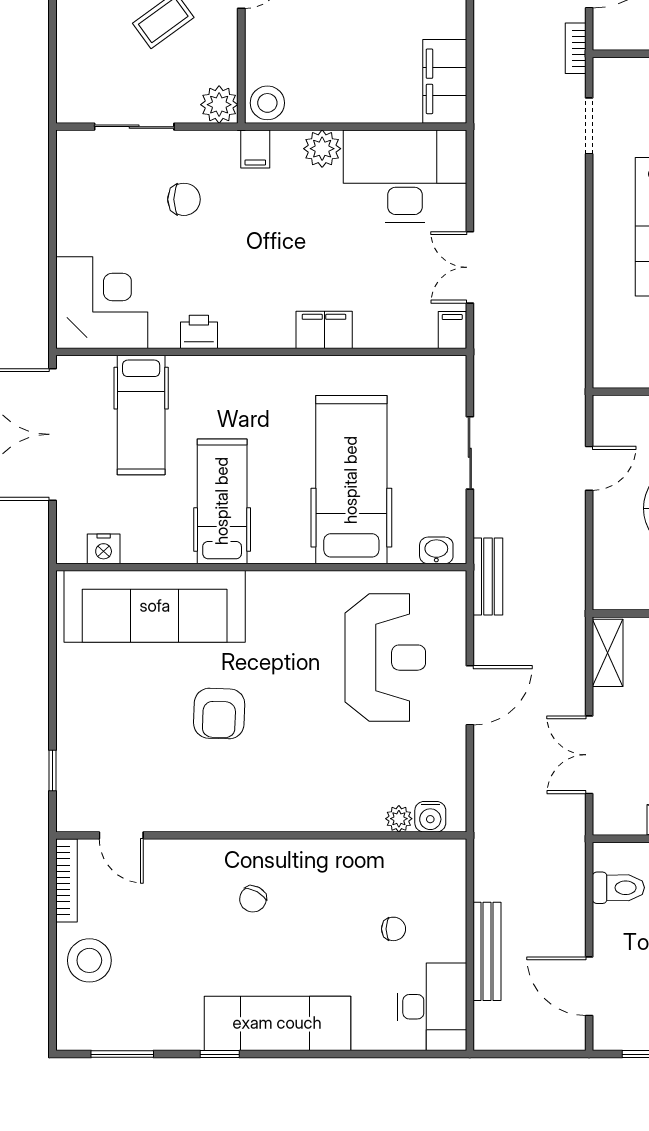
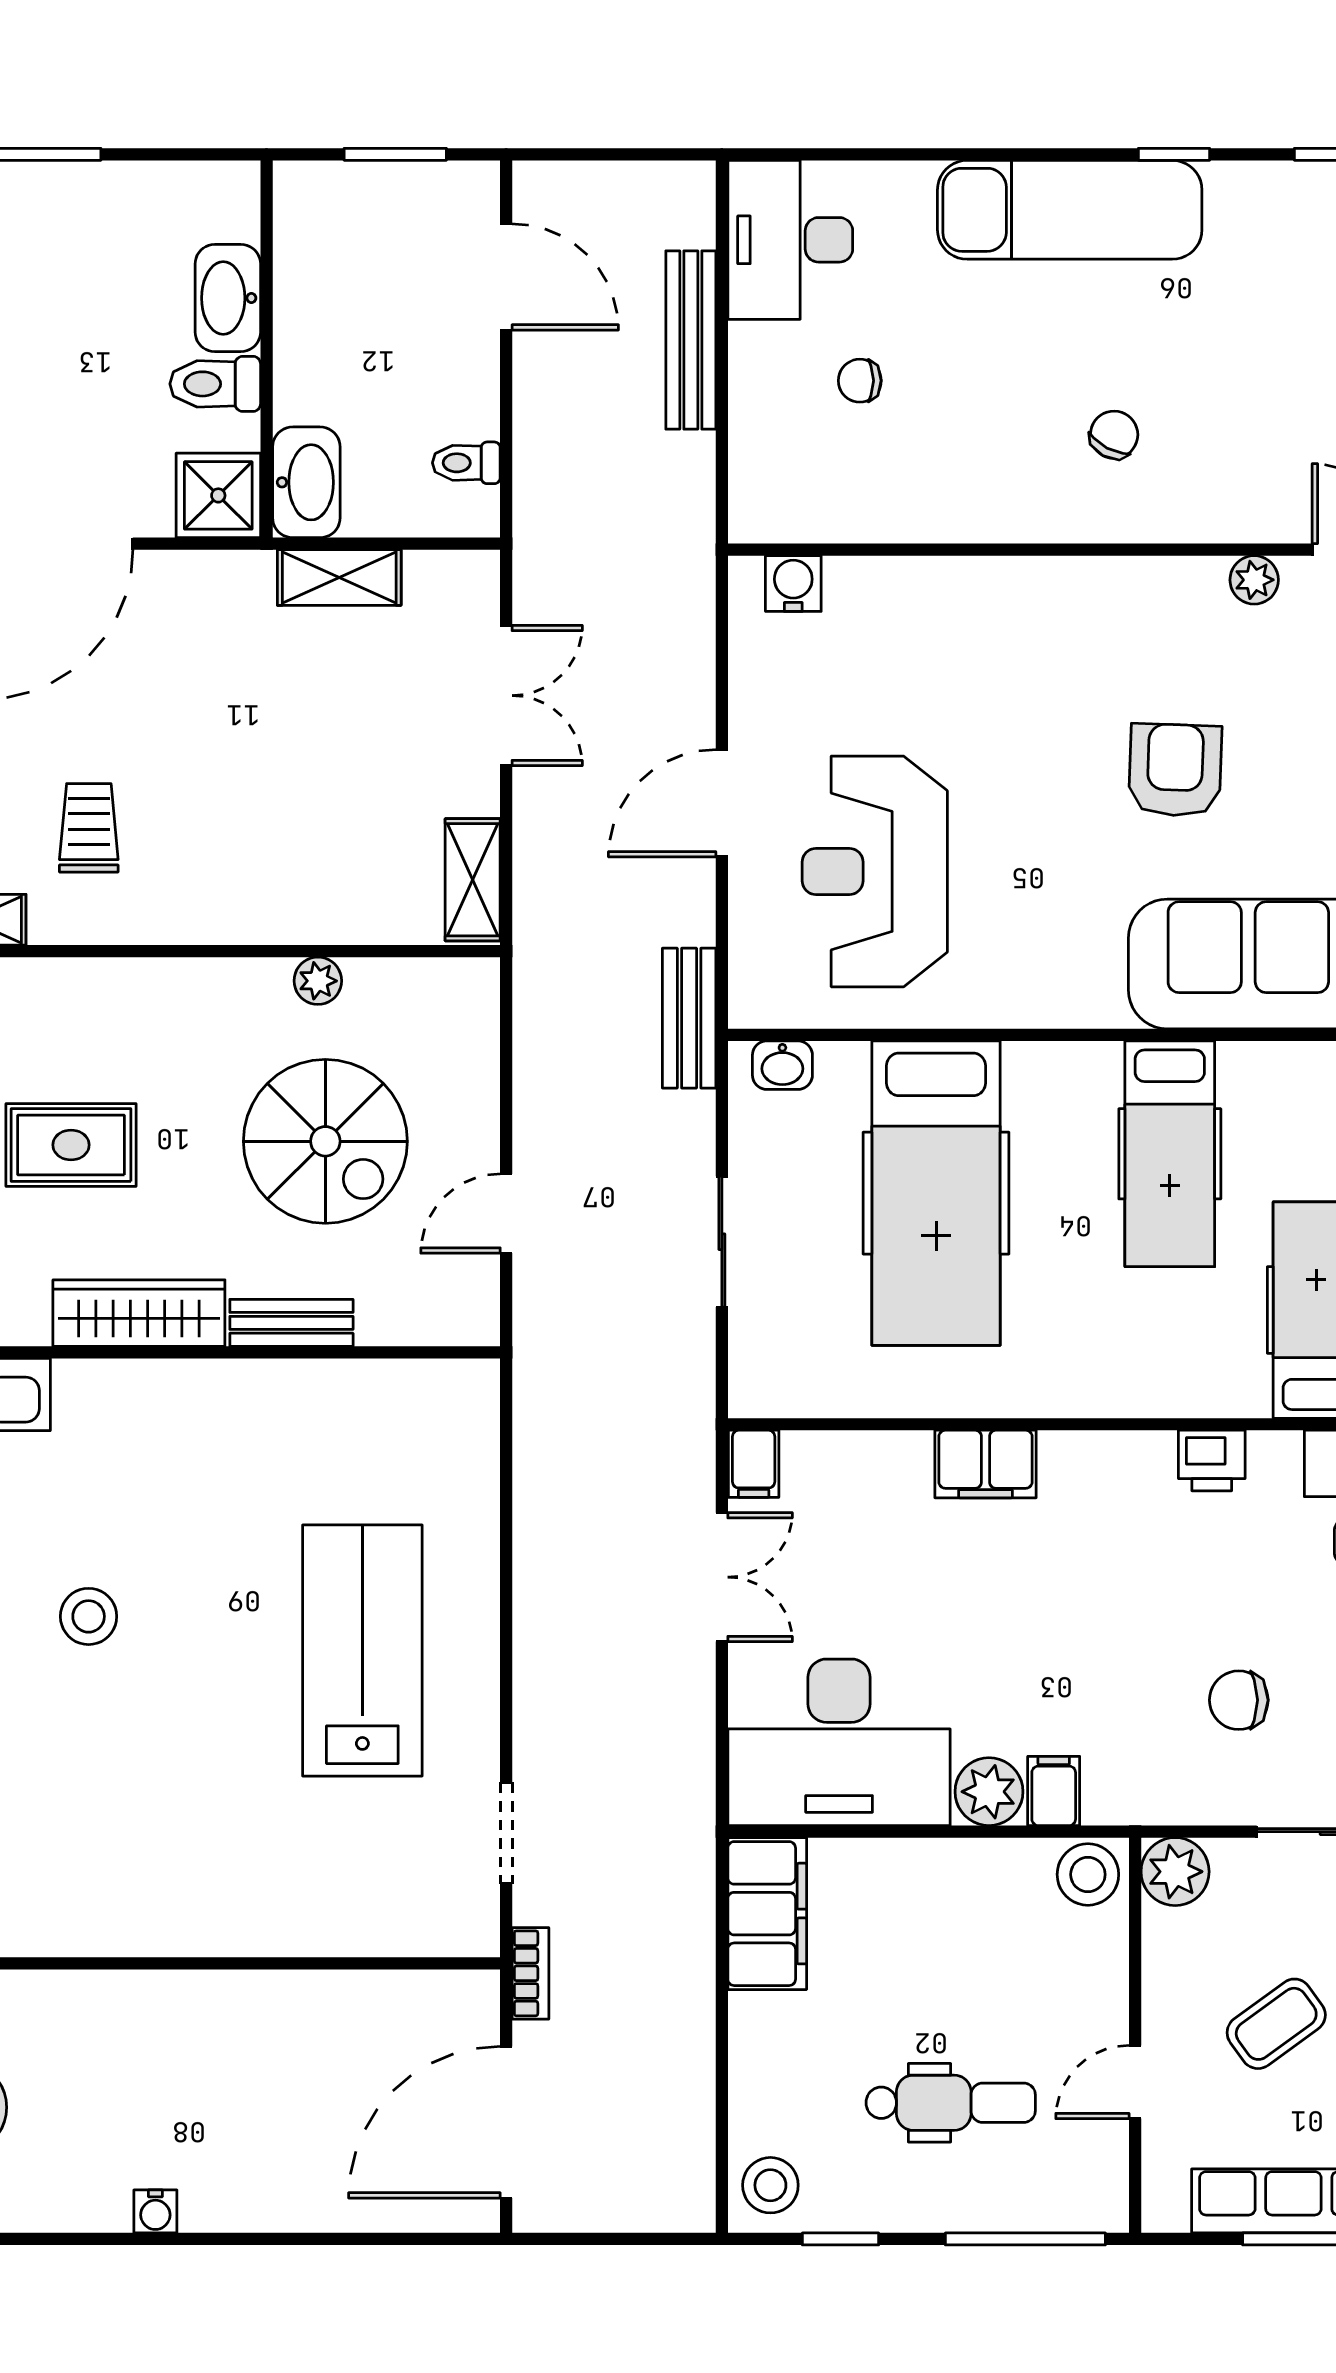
filing cabinet: (255, 149) -> (1054, 1791), moved
plant: (399, 819) -> (1254, 580), moved
toilet: (618, 888) -> (466, 463), width x0.73, depth x0.72

